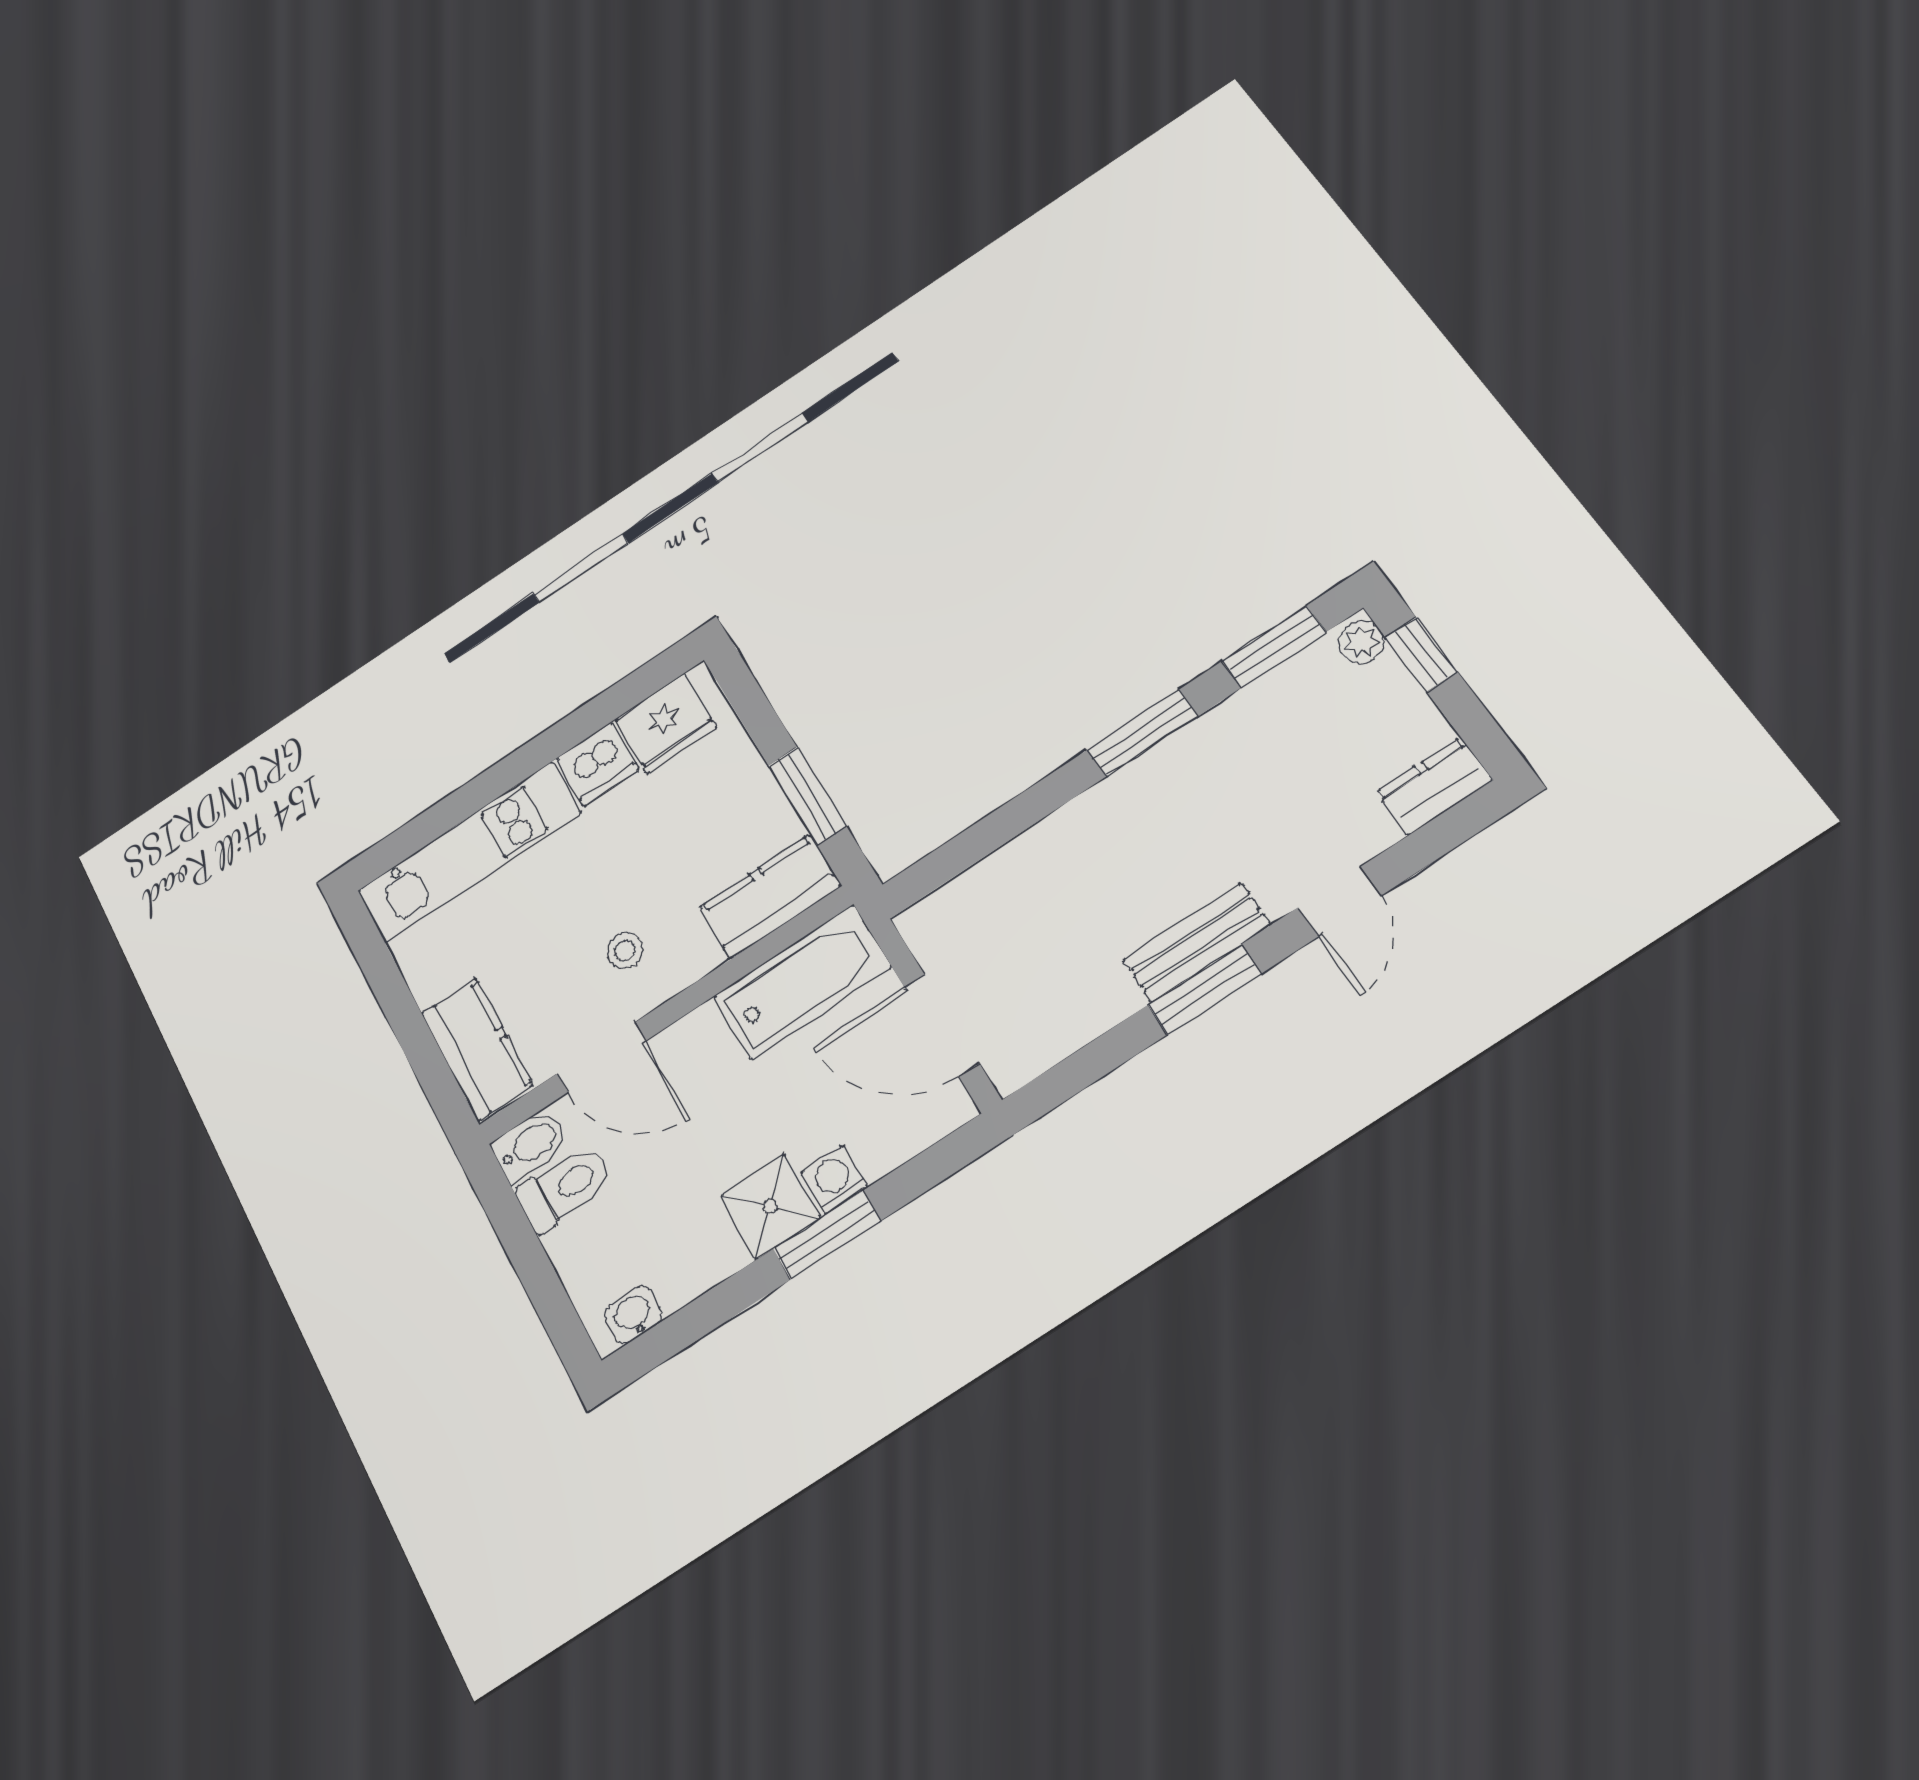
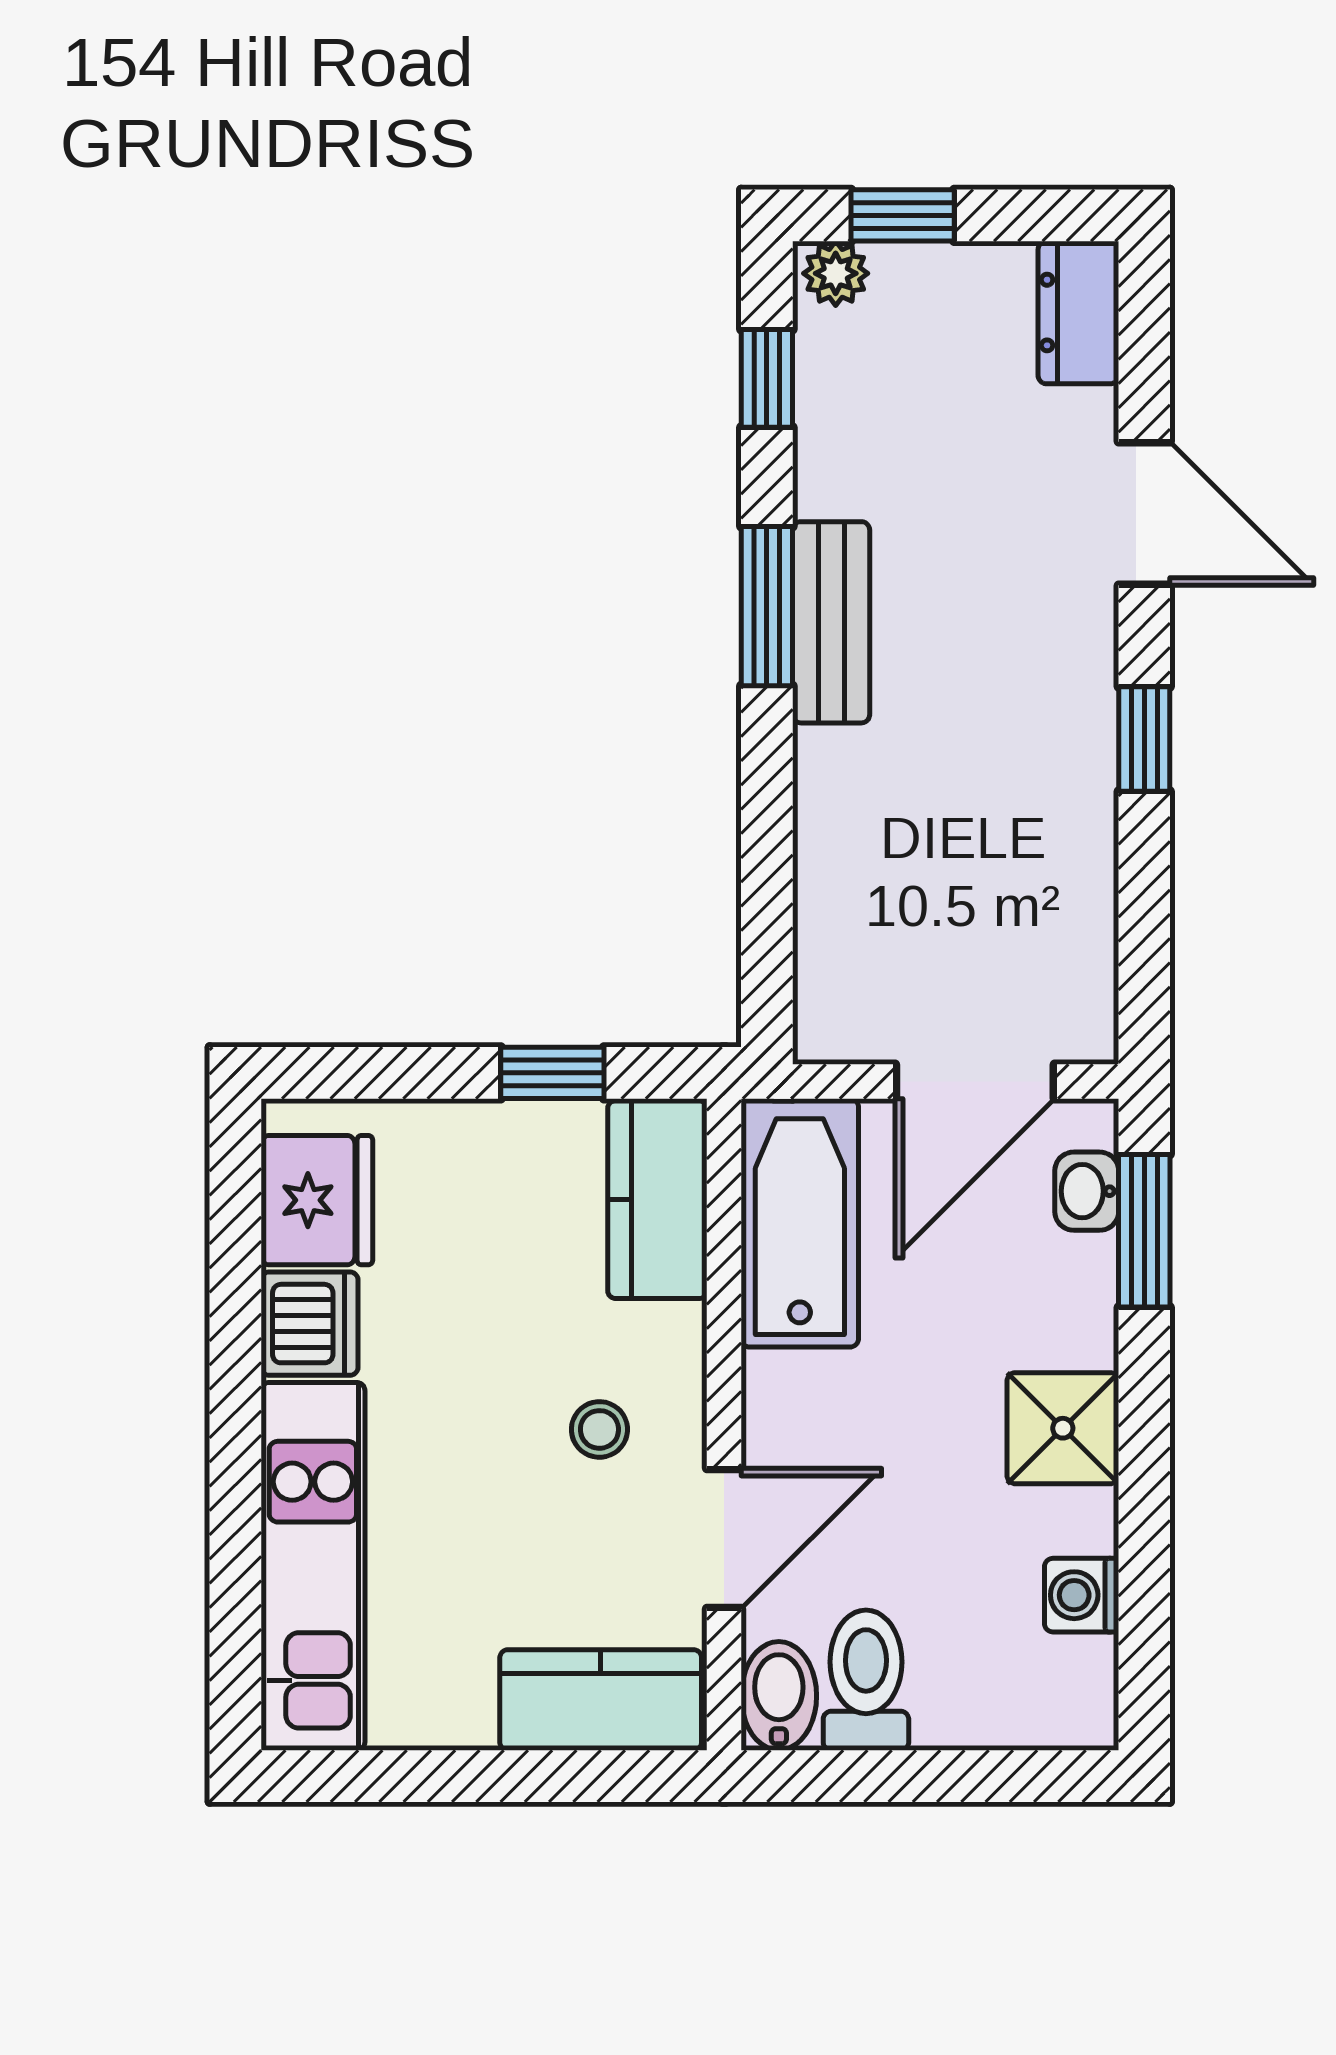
window: (1274, 647) -> (767, 378), width x0.67
window: (807, 796) -> (552, 1073), width x0.67
door: (1340, 901) -> (1144, 513), width x1.38
bench: (1197, 942) -> (831, 622), moved
window: (1204, 989) -> (1144, 739), width x0.67
washing machine: (834, 1180) -> (1082, 1595), moved
window: (827, 1235) -> (1144, 1231), moved
washbasin: (633, 1315) -> (1087, 1191), moved

